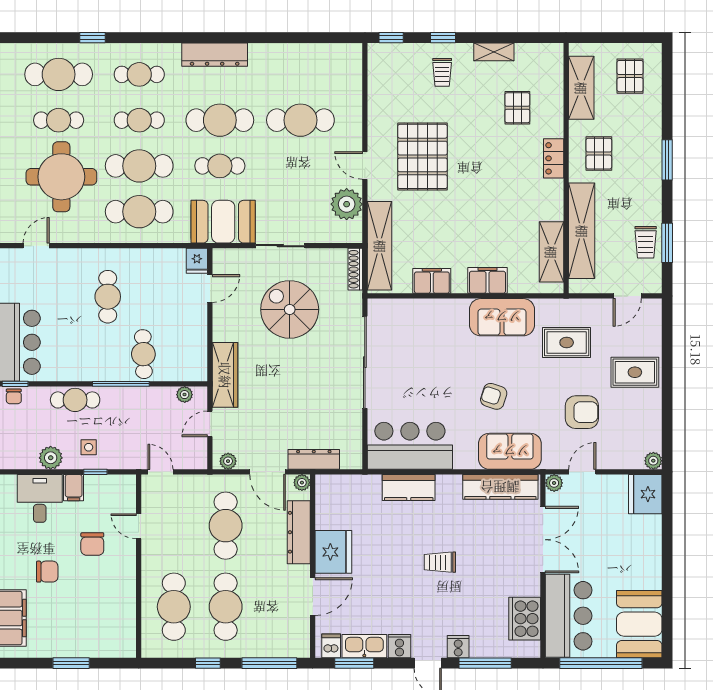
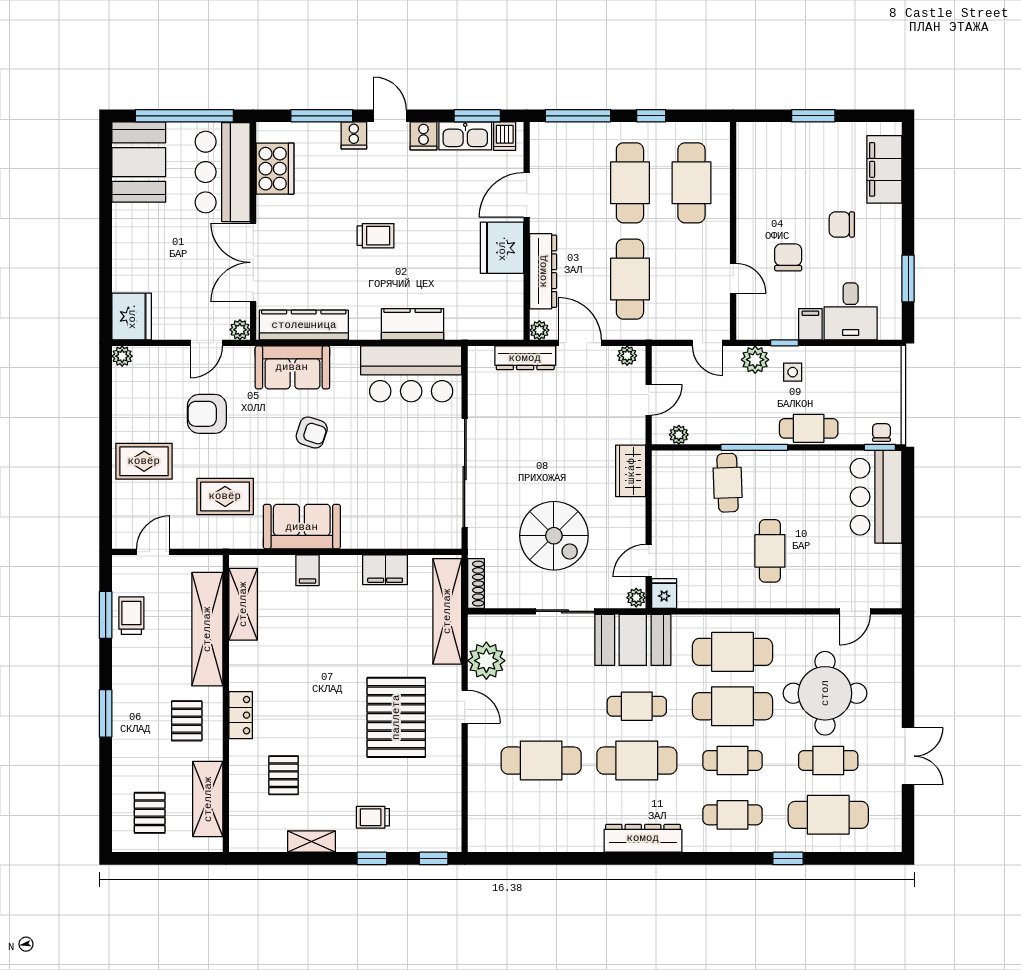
trolley: (442, 72) -> (373, 817), turned -90
plant: (220, 257) -> (636, 598), added
filing cabinet: (487, 280) -> (307, 570), width x0.50
wardrobe: (225, 375) -> (631, 471), width x0.67
plant: (51, 458) -> (755, 360), moved

